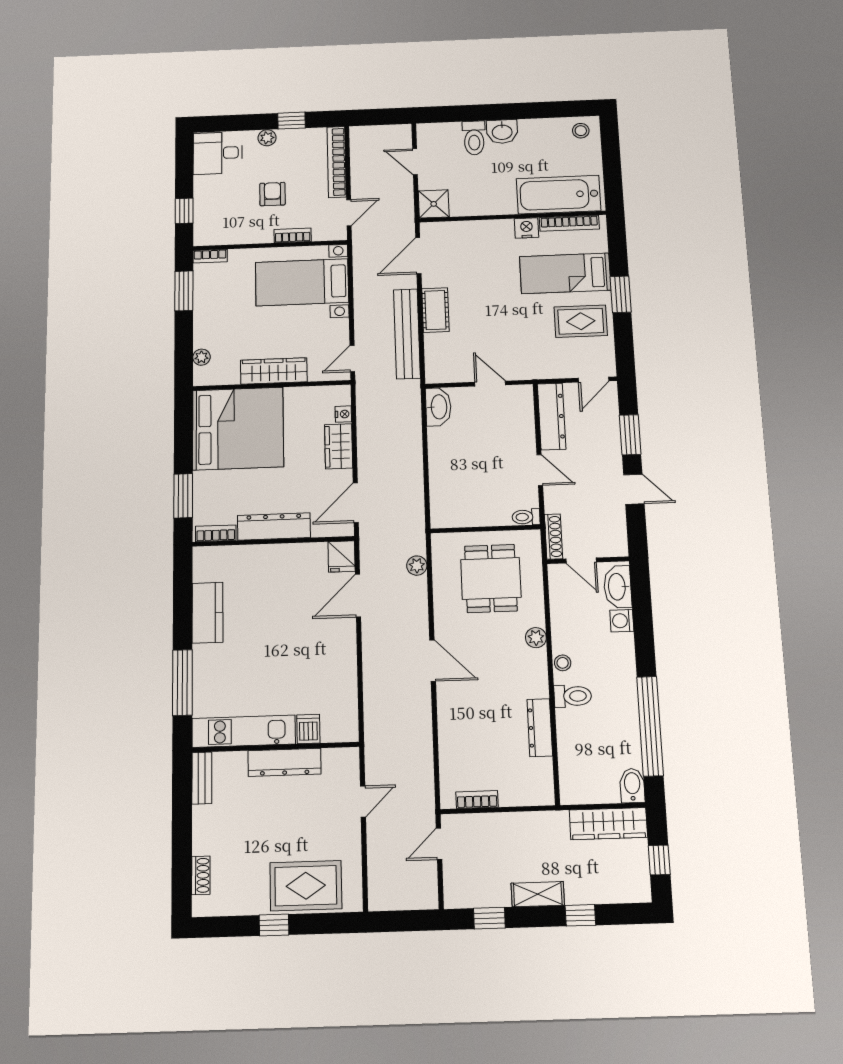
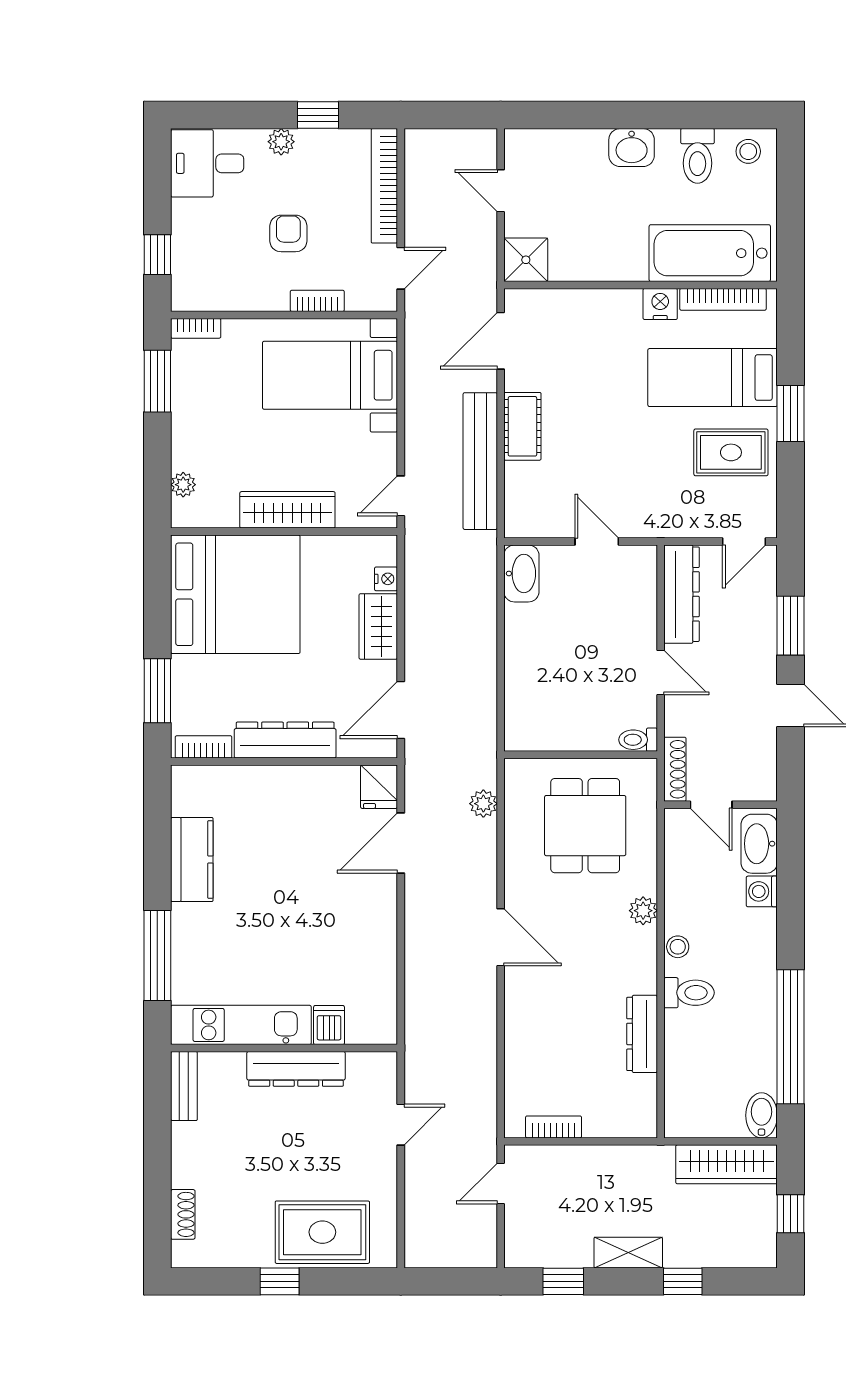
toilet: (474, 138) -> (698, 156), moved

